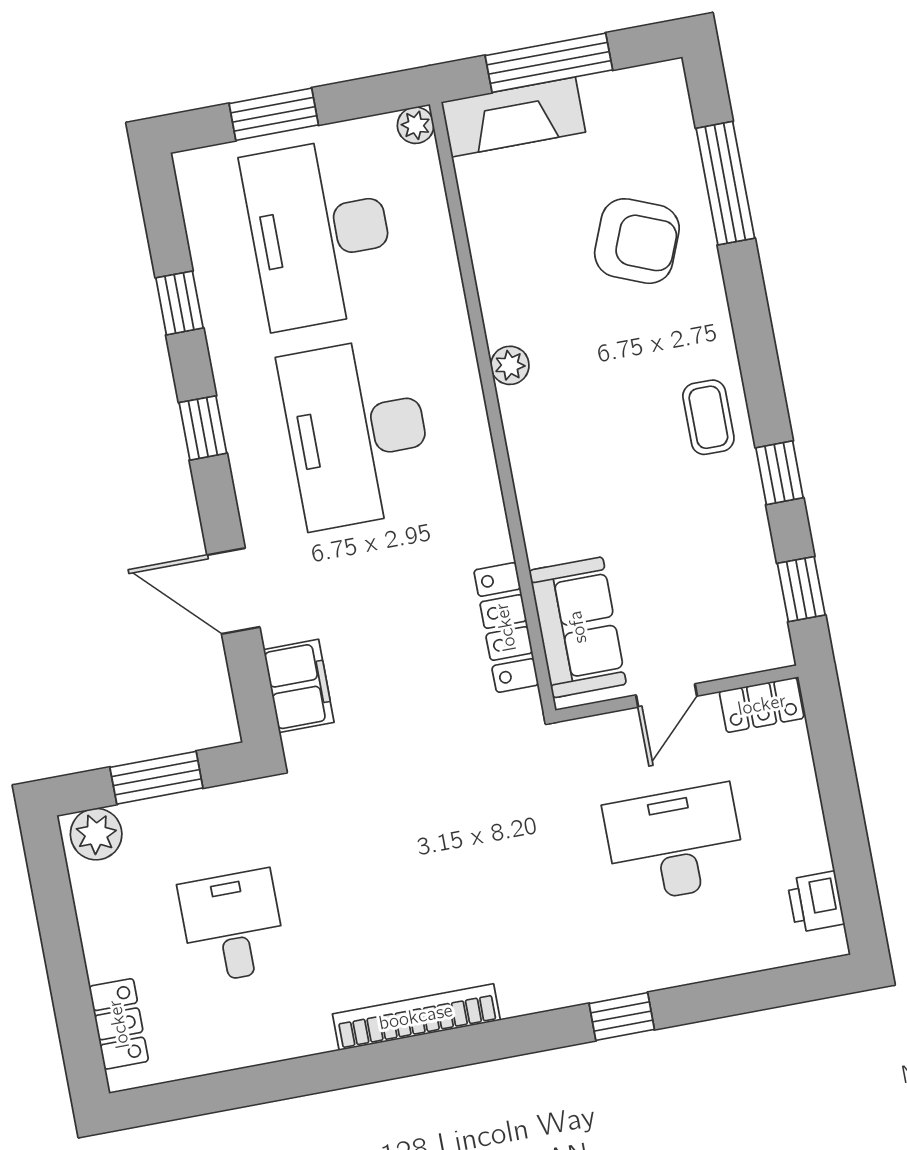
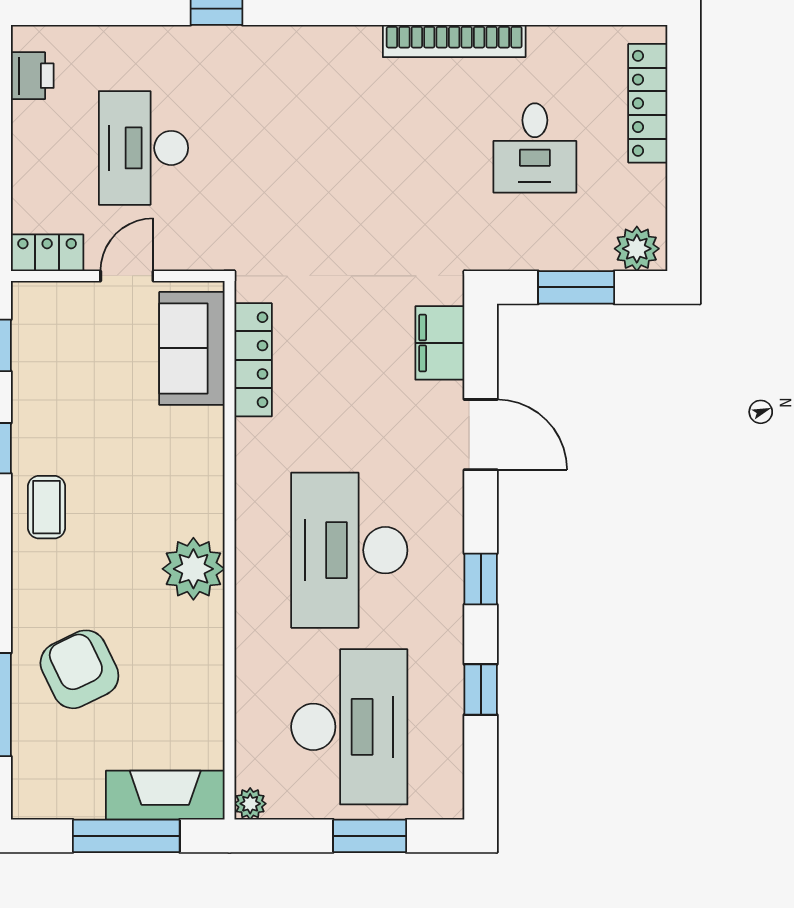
armchair: (637, 241) -> (79, 669), turned 42
plant: (510, 365) -> (193, 569), width x1.87, depth x1.87
desk: (357, 433) -> (349, 550), turned 180
desk: (675, 844) -> (143, 148), turned 90
bookcase: (416, 1017) -> (454, 41), moved
locker: (119, 1024) -> (648, 103), width x1.53

